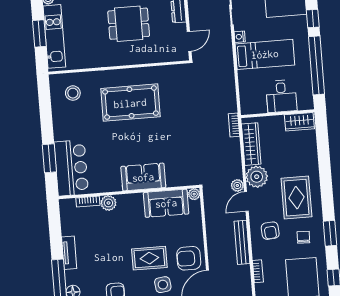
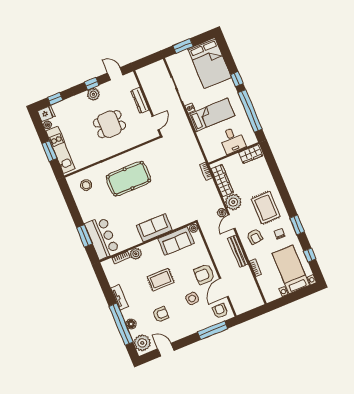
rug: (149, 258) -> (161, 280), moved

